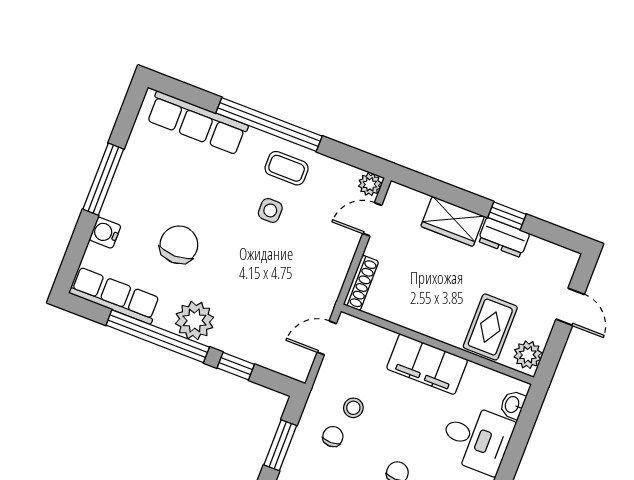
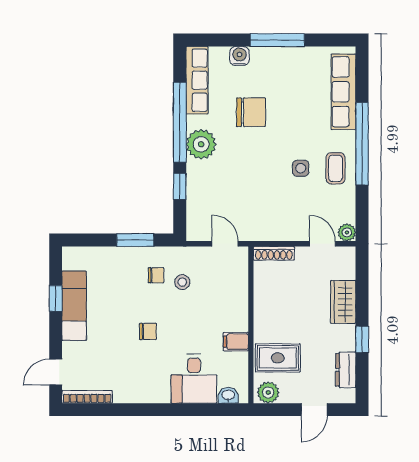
dresser: (504, 237) -> (346, 370), moved
filing cabinet: (427, 364) -> (236, 342), width x0.33, depth x0.86

